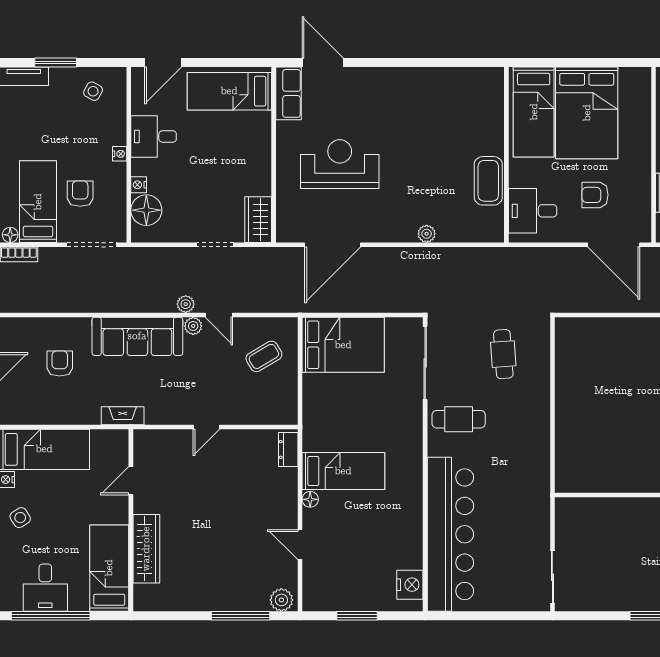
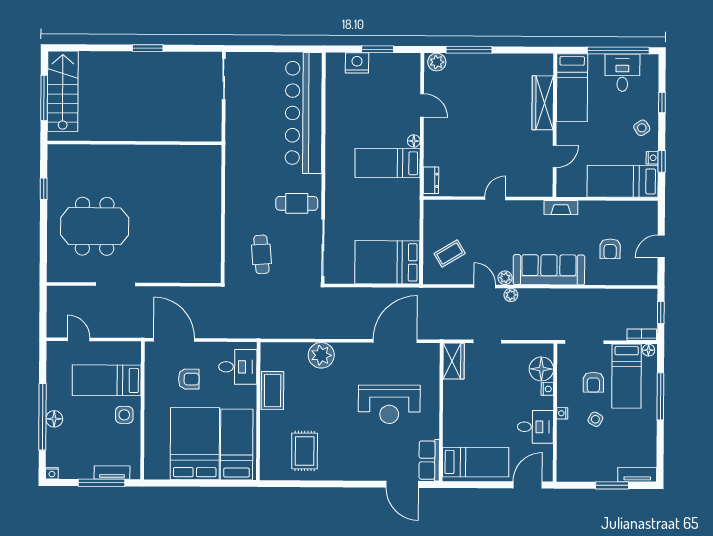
side table: (93, 91) -> (595, 419), moved
rug: (447, 104) -> (305, 451), added
plant: (427, 234) -> (321, 355), width x1.88, depth x1.88
nightstand: (410, 585) -> (357, 63), moved, turned 90

